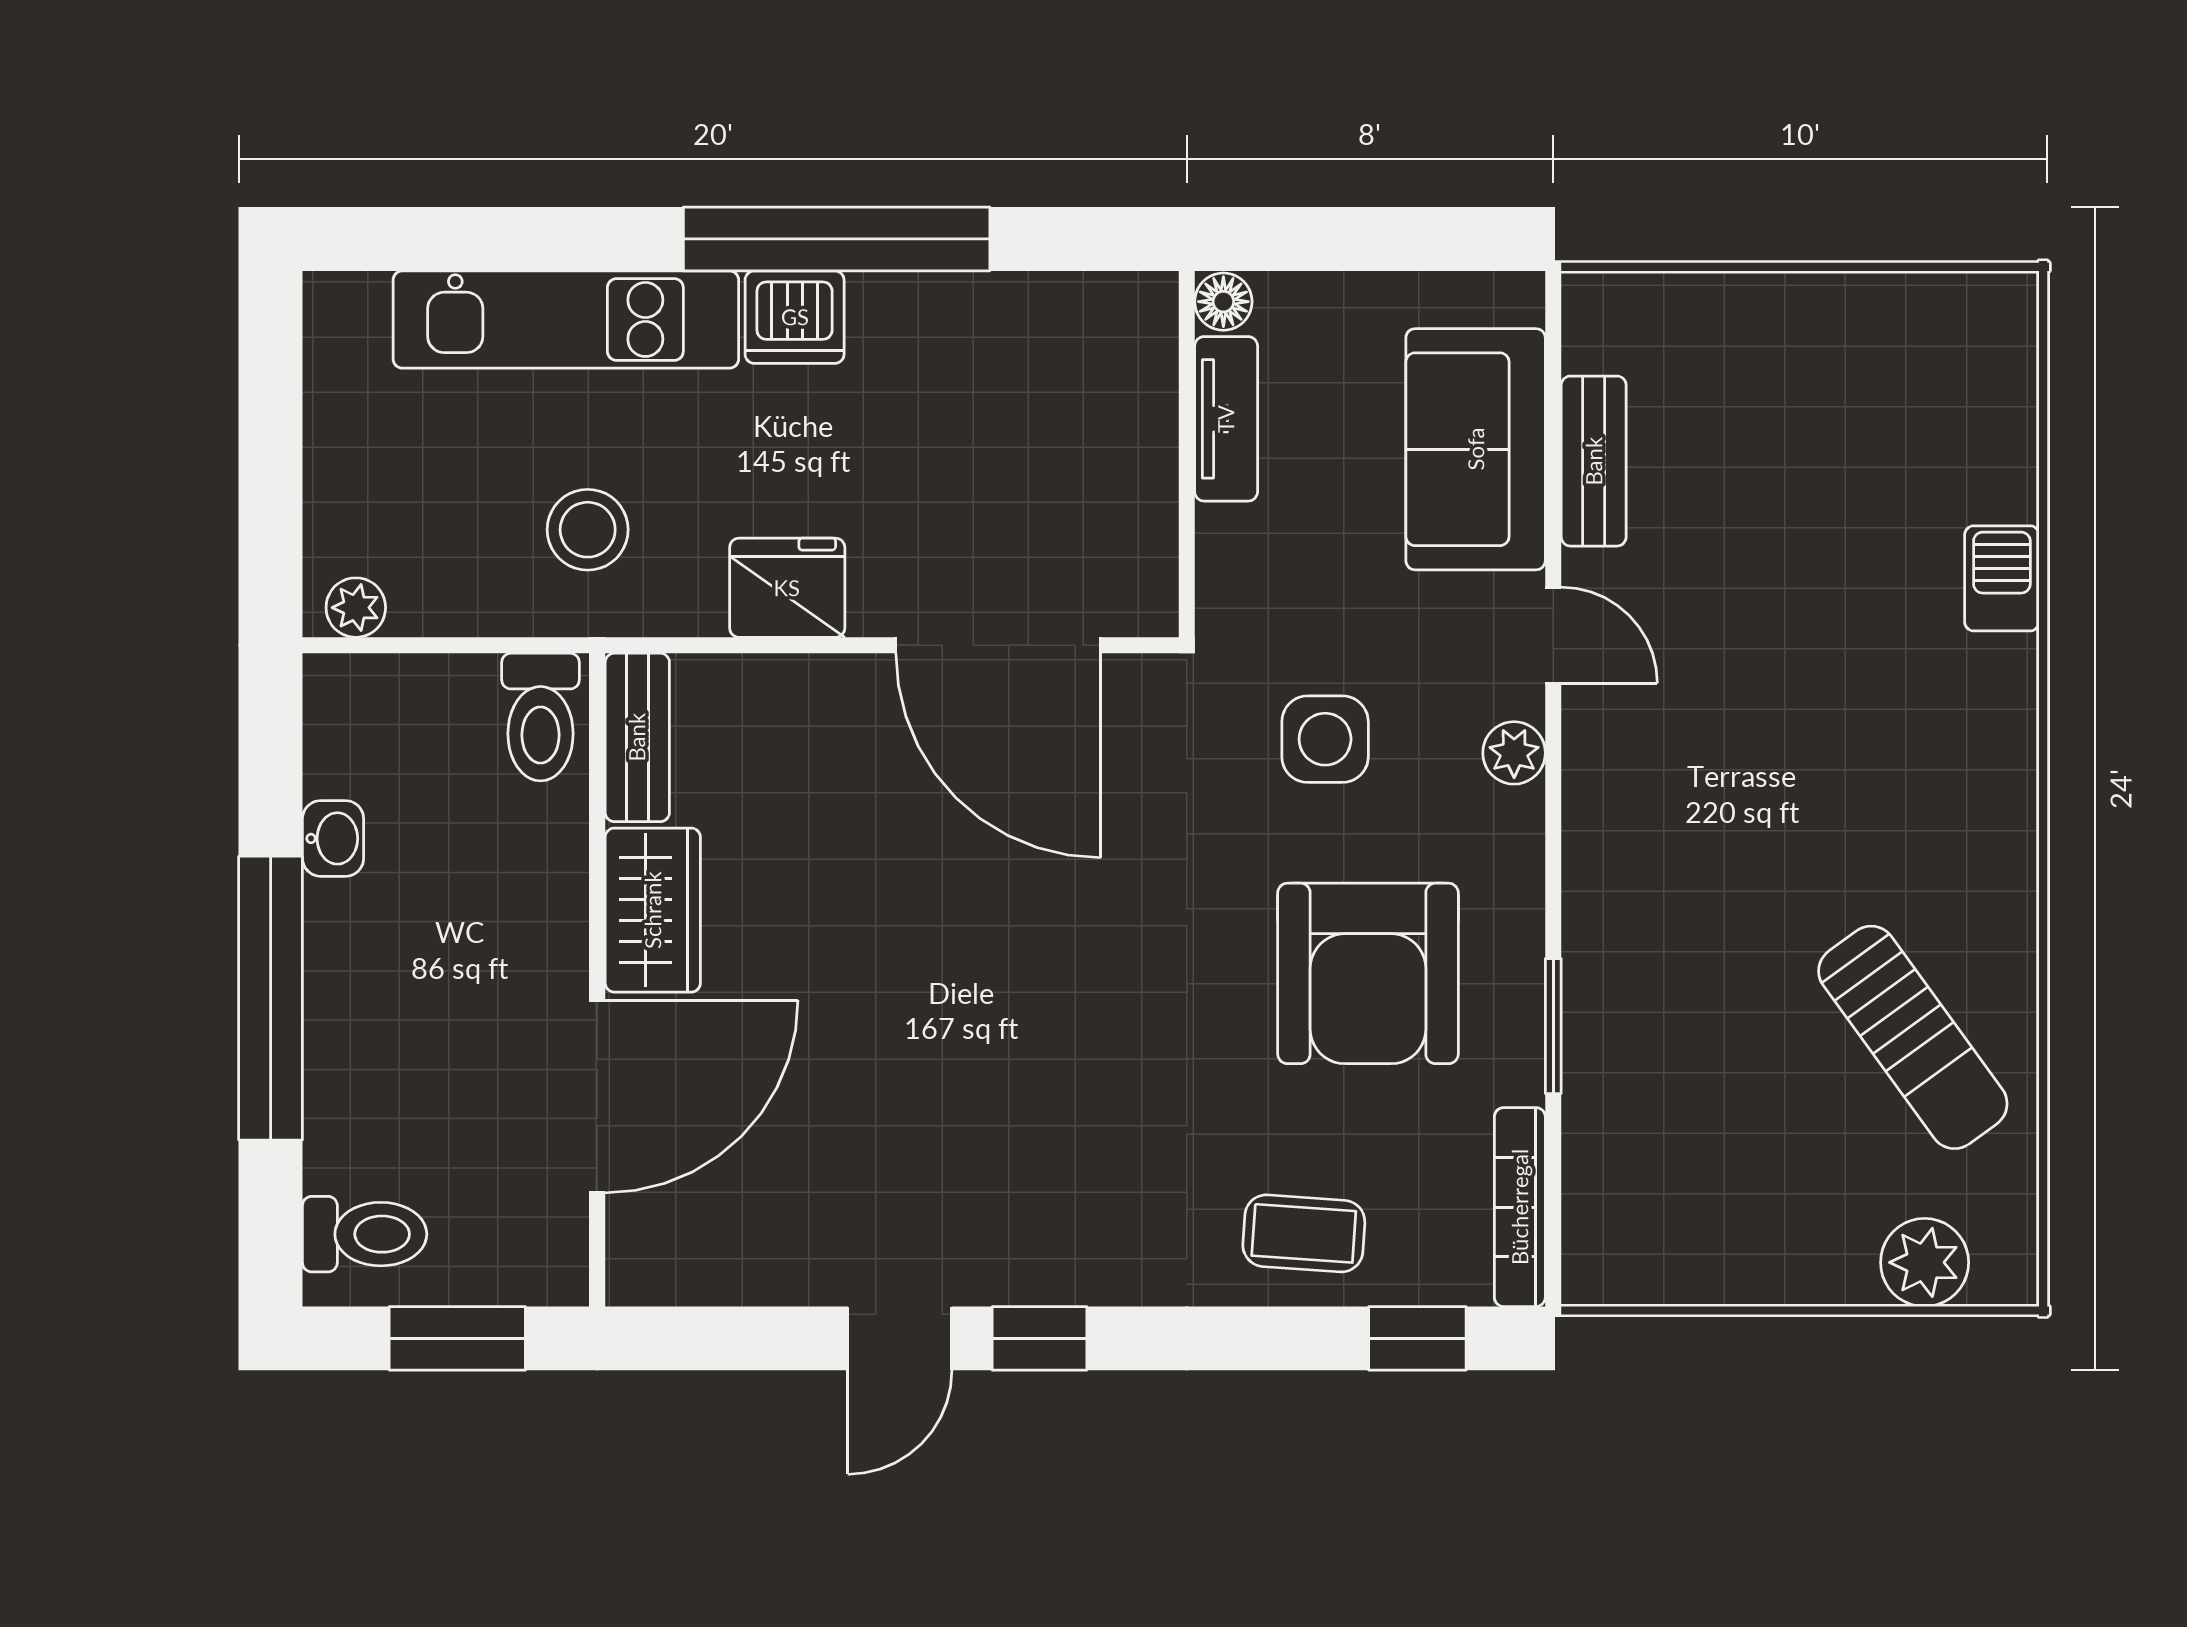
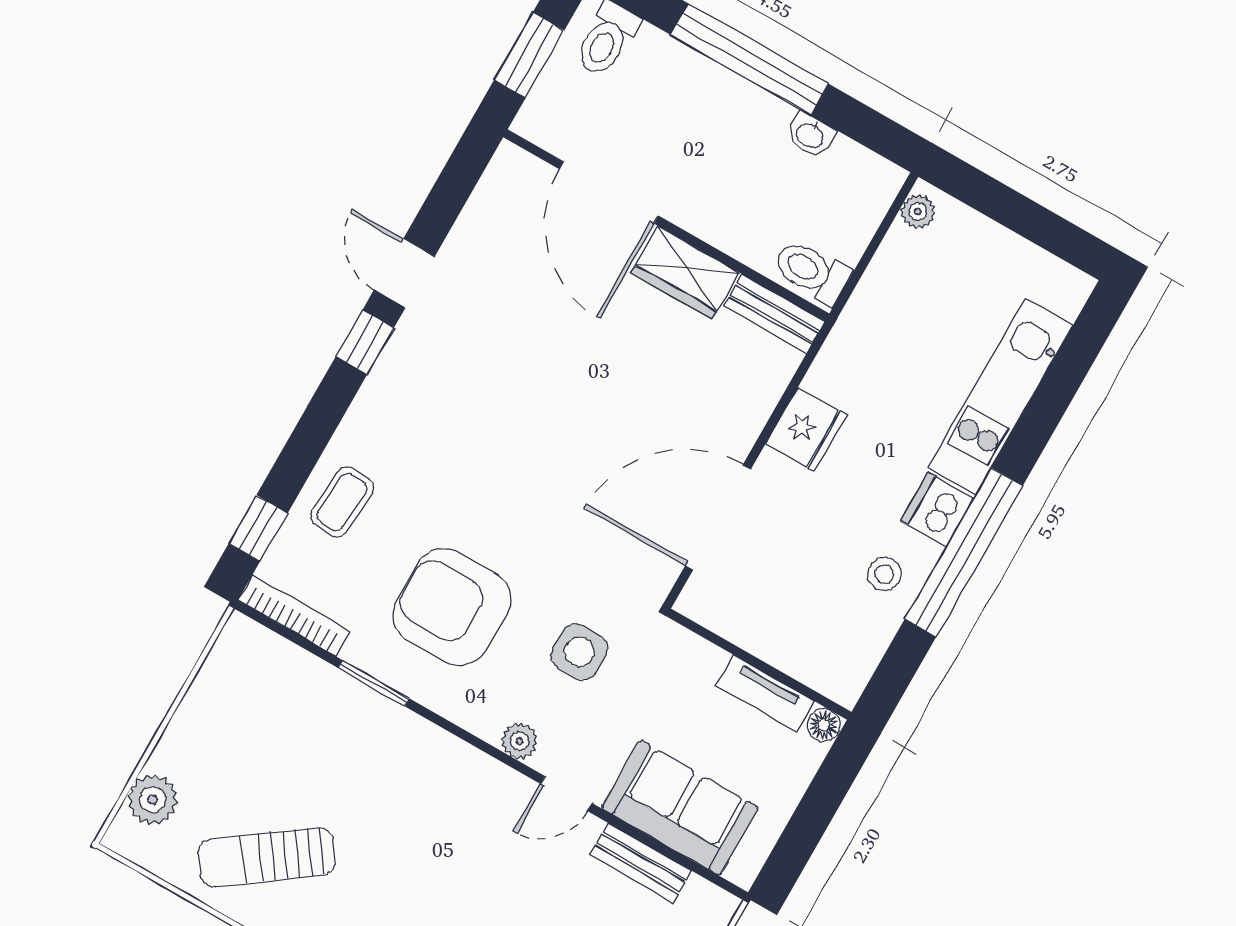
stool: (588, 530) -> (884, 574), moved, width x0.73, depth x0.73

